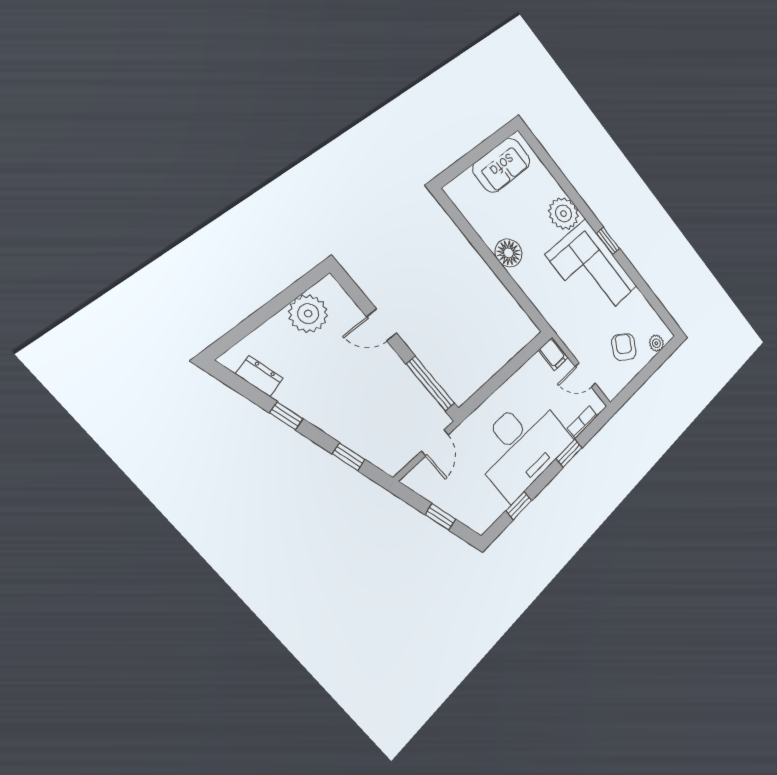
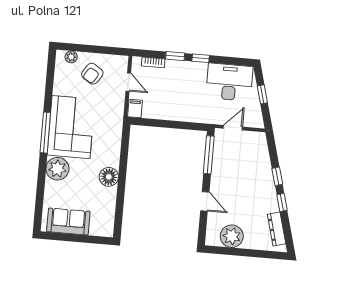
window: (608, 241) -> (45, 133), width x2.17
dresser: (259, 376) -> (277, 229), width x1.44
desk: (522, 445) -> (229, 82), moved, width x0.73, depth x0.77
window: (349, 457) -> (277, 176), moved
window: (519, 506) -> (201, 58), moved

